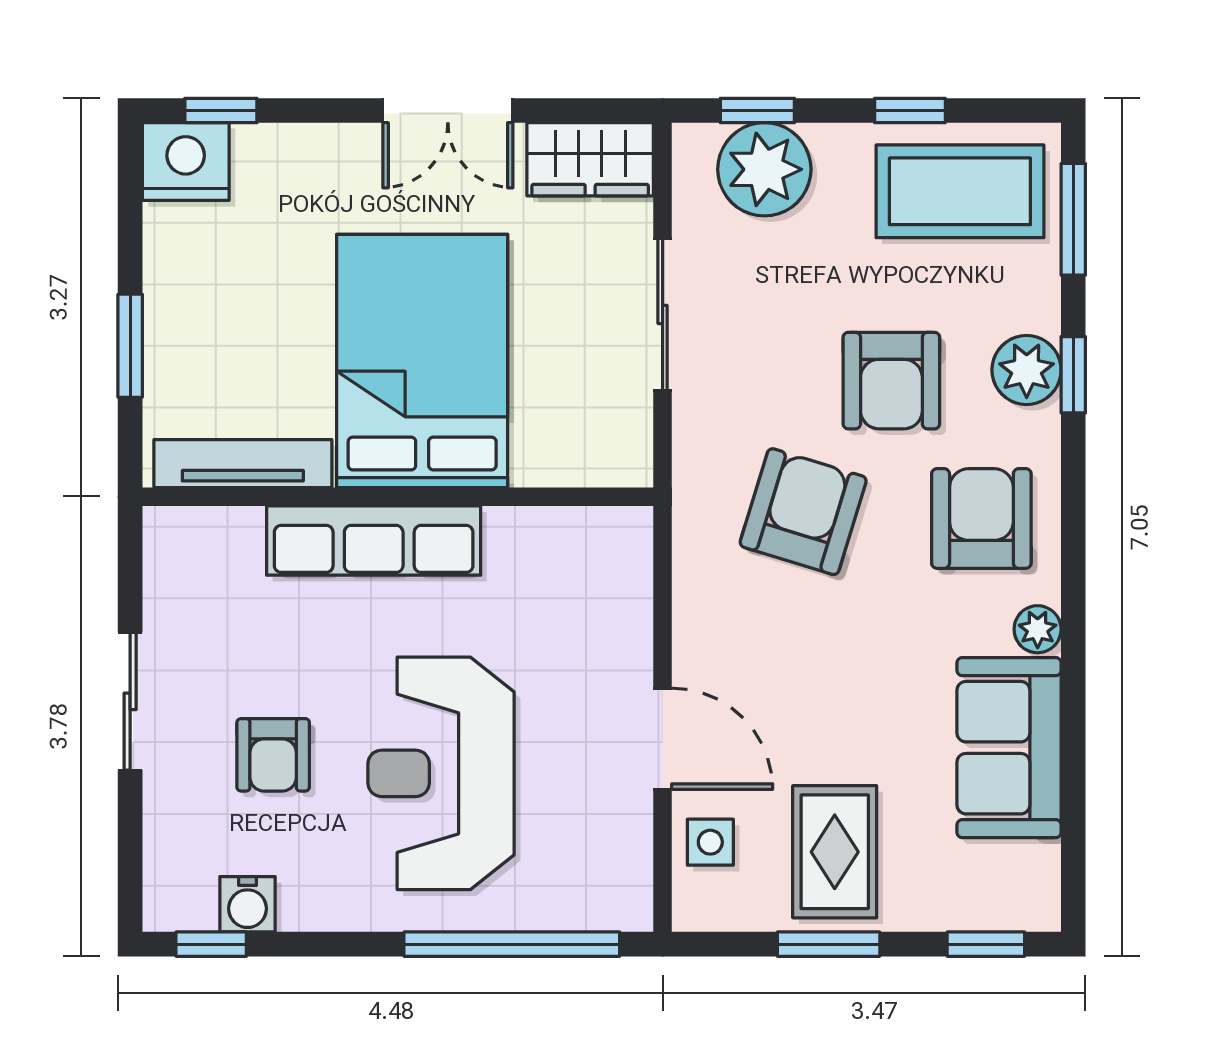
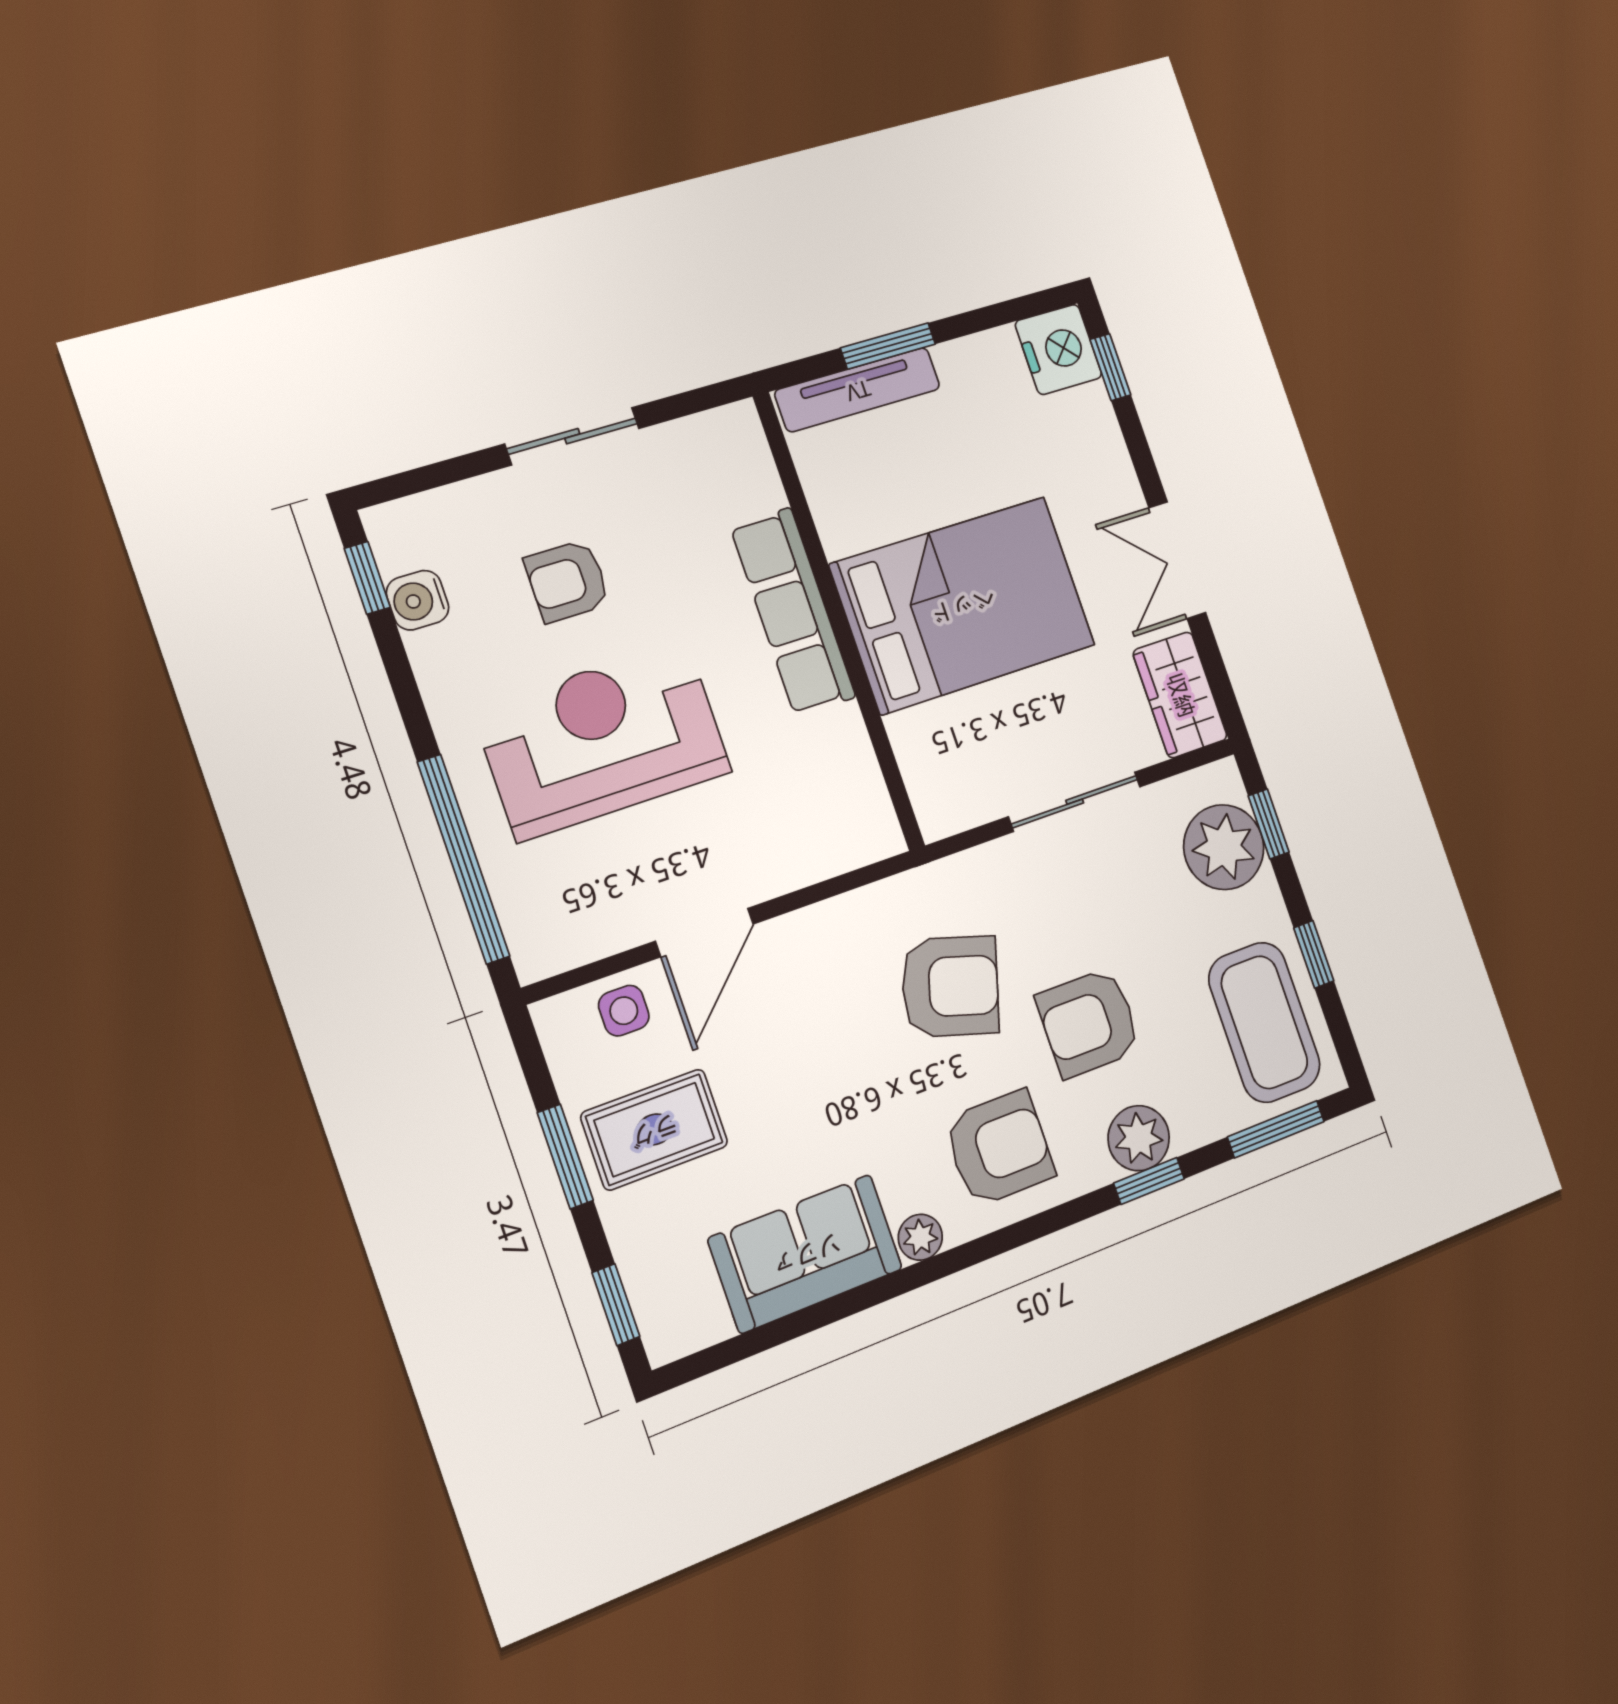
tv unit: (243, 464) -> (858, 390), moved, turned 90

